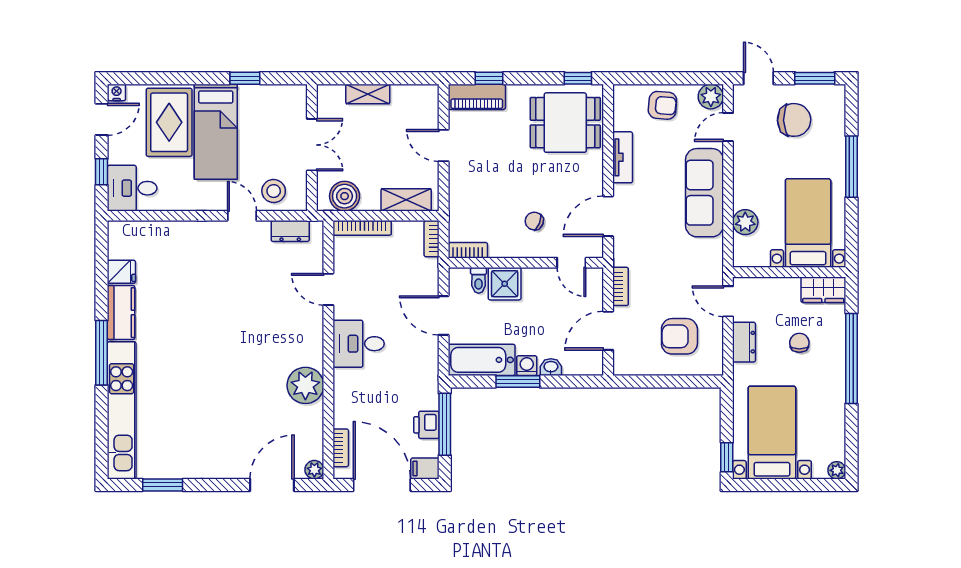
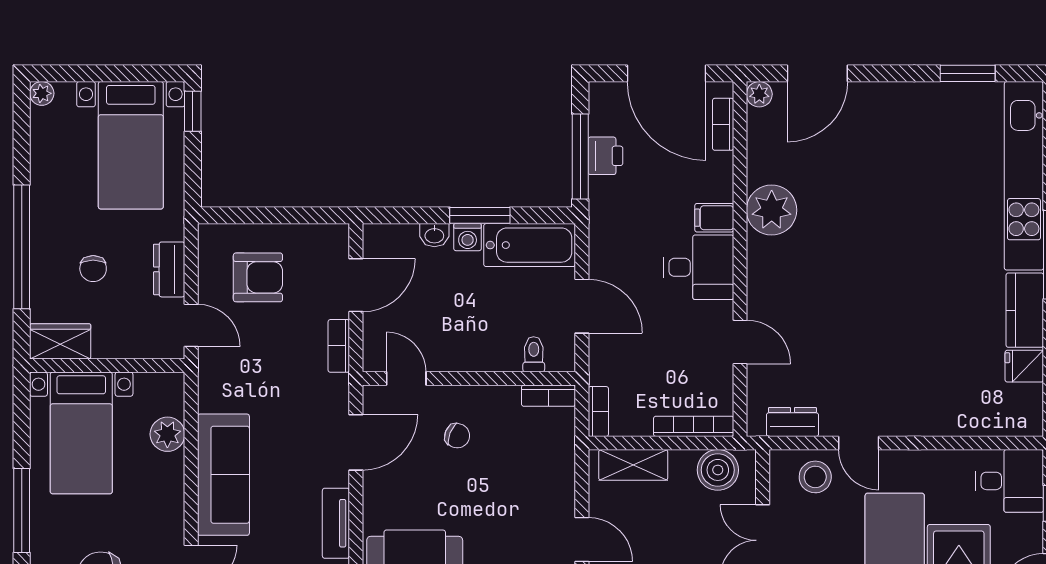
shower: (505, 284) -> (498, 350), removed
filing cabinet: (425, 468) -> (714, 218), moved, turned 180

